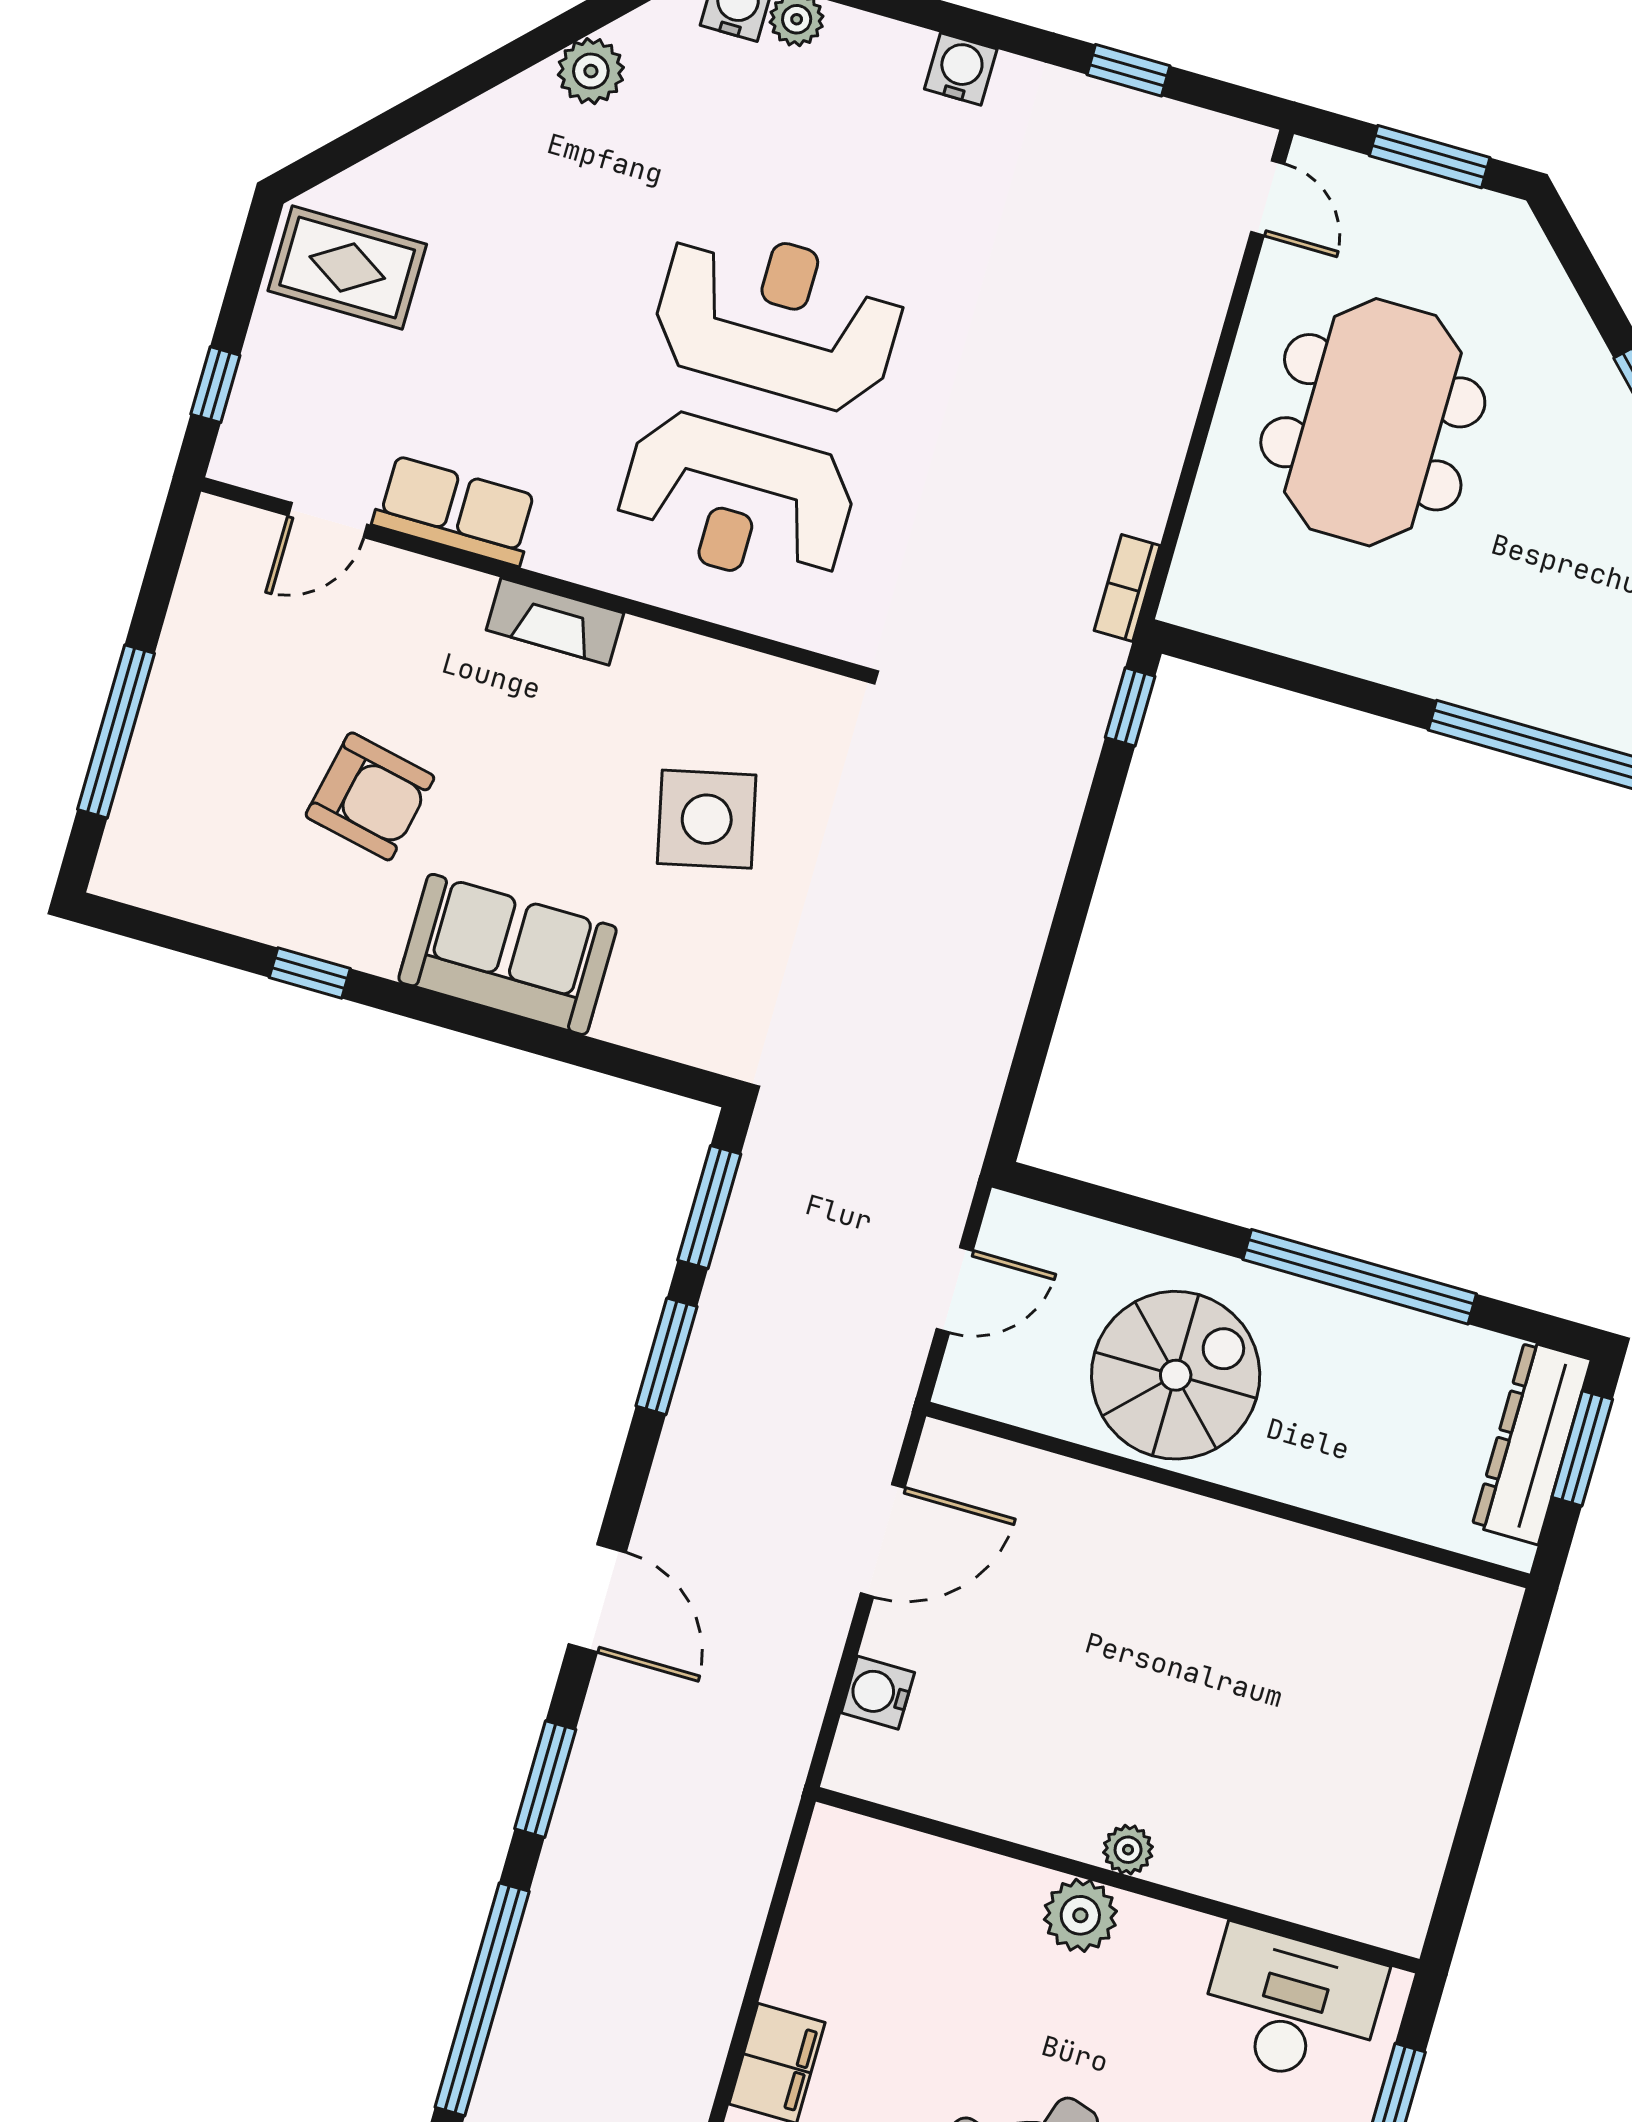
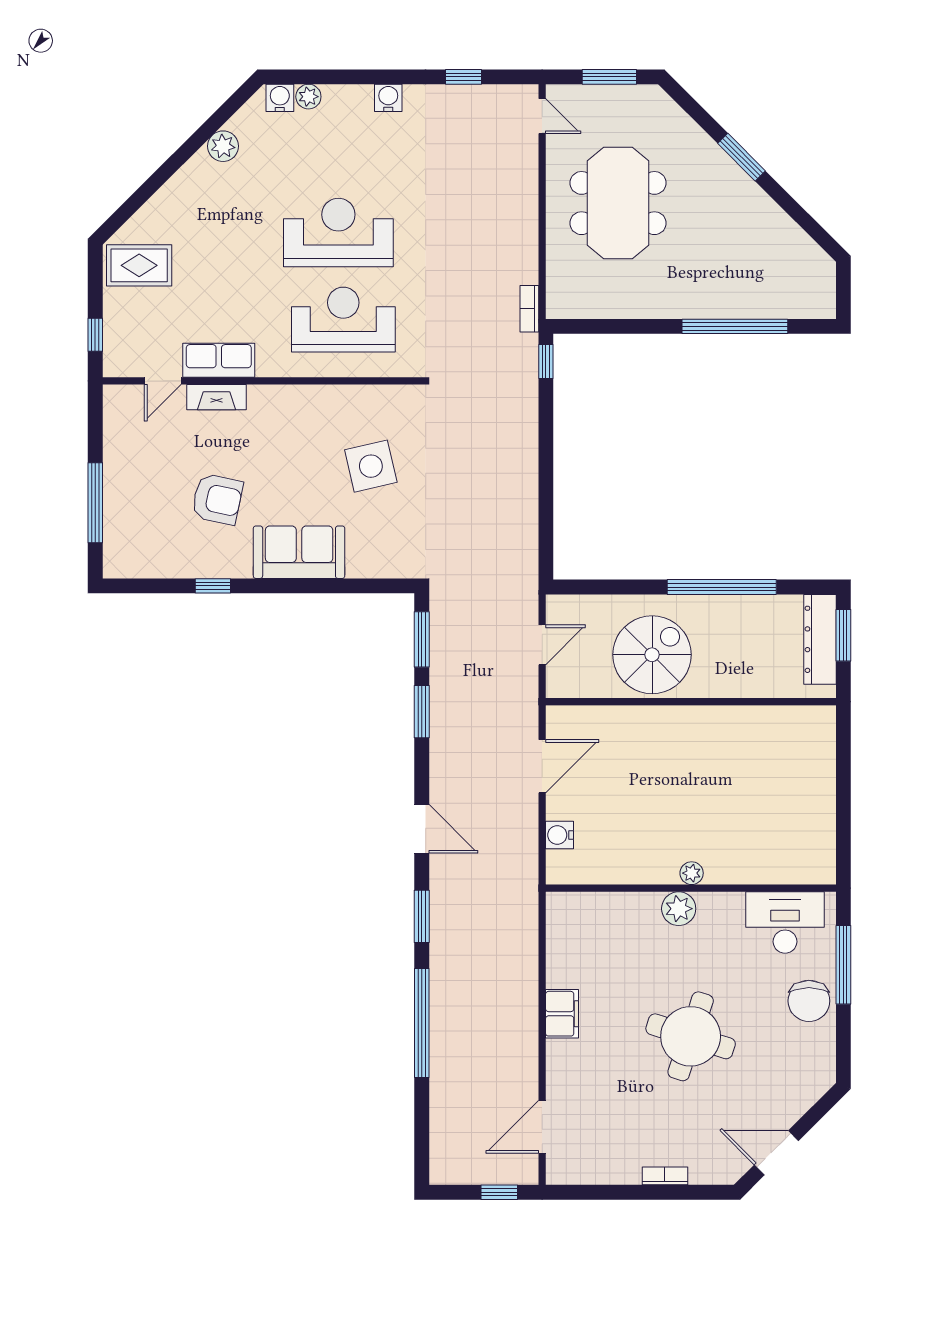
reception desk: (737, 500) -> (343, 320), turned 180
fireplace: (555, 621) -> (216, 397), moved

